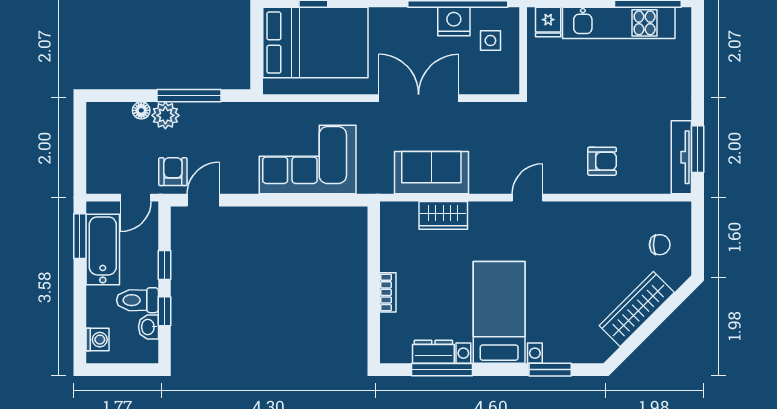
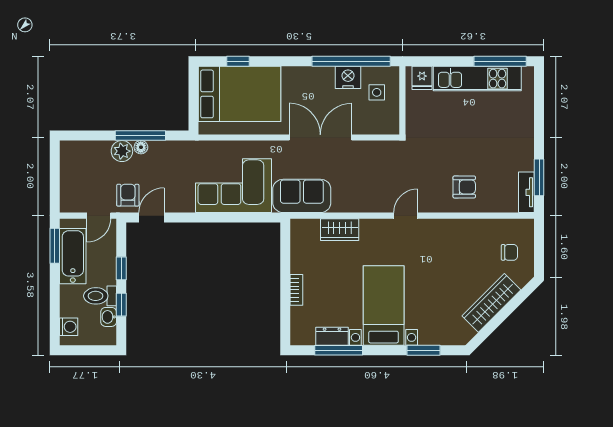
floor lamp: (141, 110) -> (141, 147), moved
tv unit: (681, 157) -> (526, 192), width x0.71
sofa: (431, 173) -> (302, 196), moved

